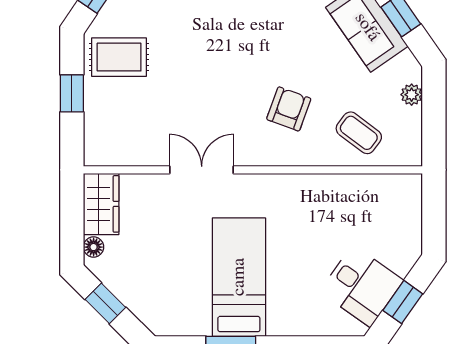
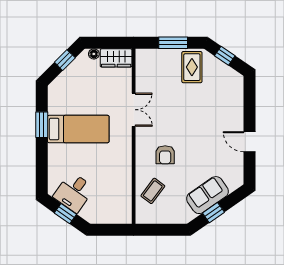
window: (72, 93) -> (173, 43), width x1.50
plant: (412, 95) -> (173, 218), removed
armchair: (289, 109) -> (165, 155), turned 70

